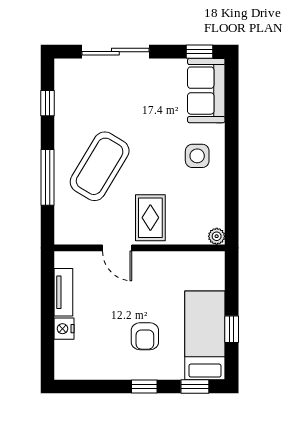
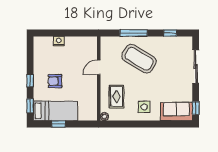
rug: (150, 218) -> (117, 97), moved, turned 90
tv unit: (63, 292) -> (77, 41), removed

